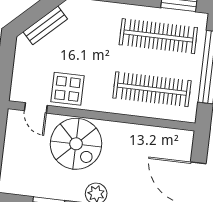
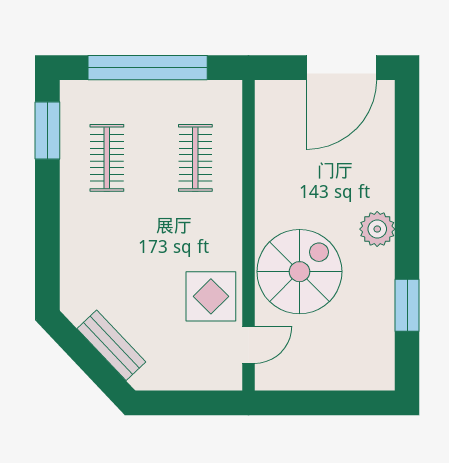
clothes rail: (158, 36) -> (107, 158), width x0.54, depth x0.76
clothes rail: (152, 89) -> (195, 158), width x0.54, depth x0.76

